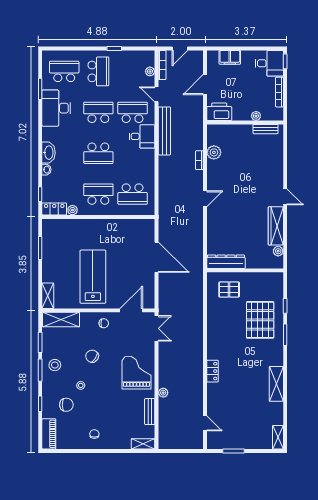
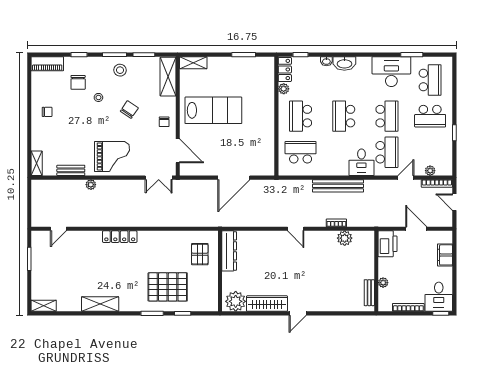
bench: (164, 131) -> (338, 186), moved
school desk: (98, 194) -> (301, 116), turned 180
school desk: (133, 194) -> (301, 152), turned 90
plant: (278, 251) -> (236, 301), width x1.88, depth x1.88
locker: (212, 371) -> (120, 237), width x1.53

